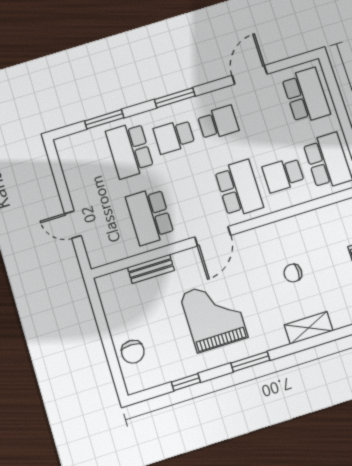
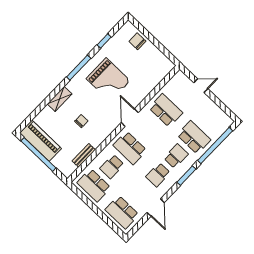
window: (104, 119) -> (215, 146), width x2.11
school desk: (283, 175) -> (112, 167), turned 180
bench: (151, 269) -> (84, 155), moved
window: (250, 362) -> (79, 68), width x1.44

